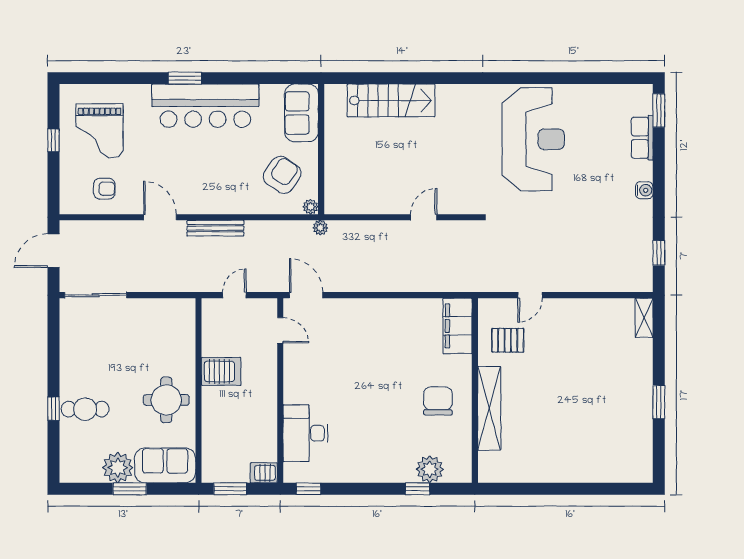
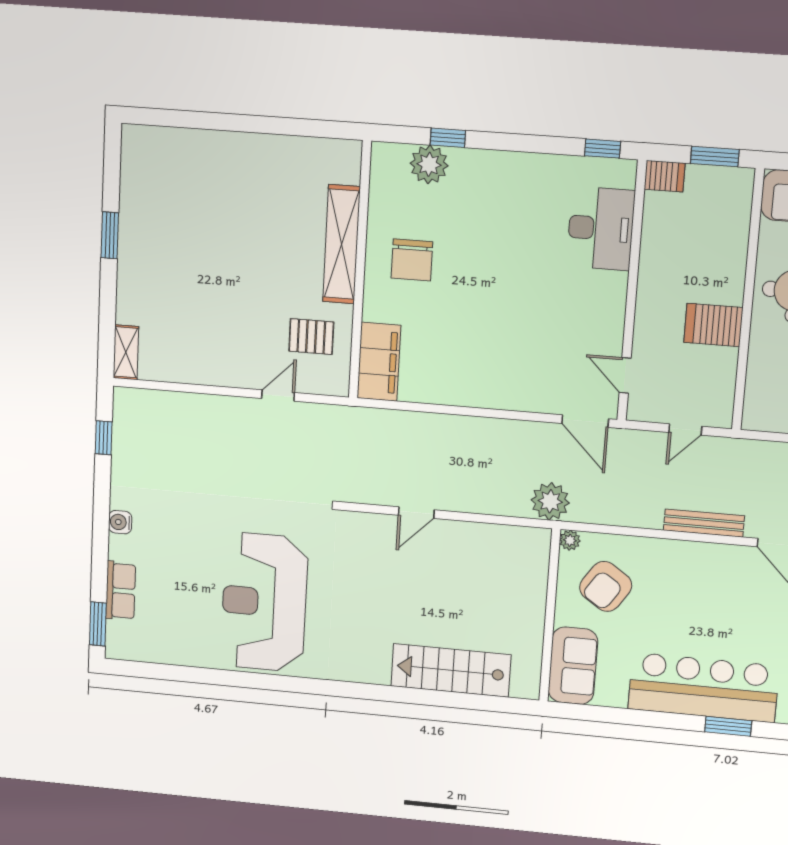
plant: (320, 228) -> (550, 501), width x1.87, depth x1.87

